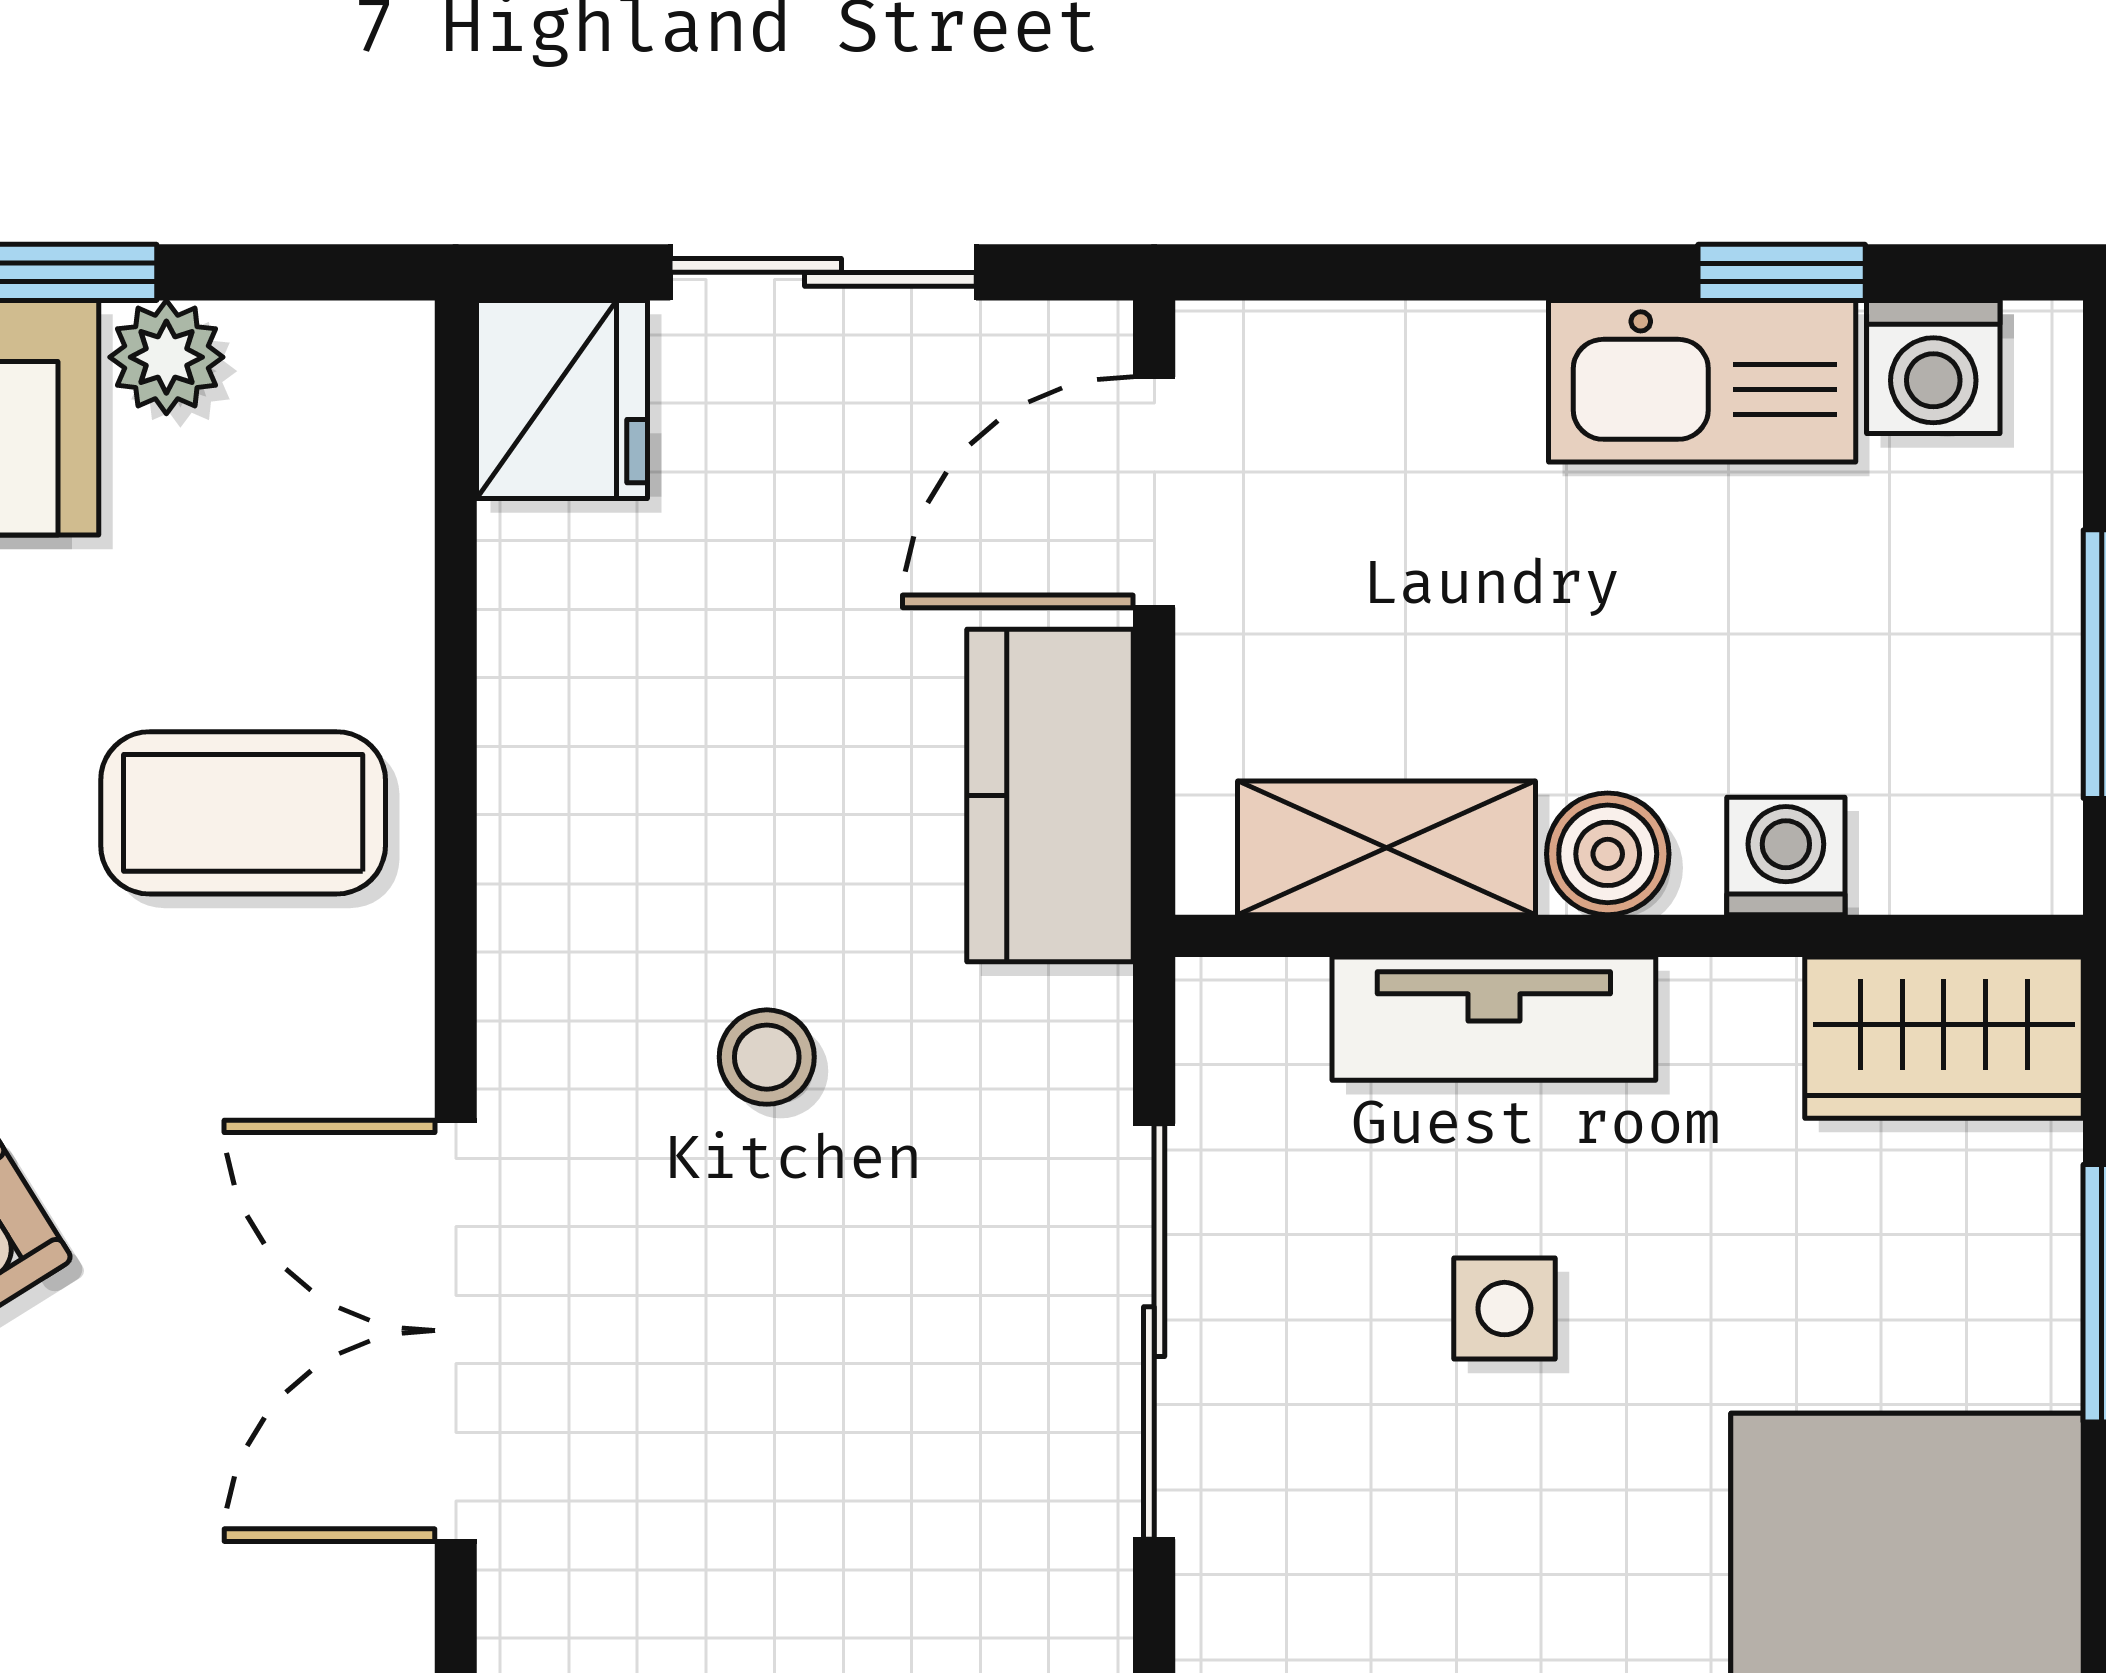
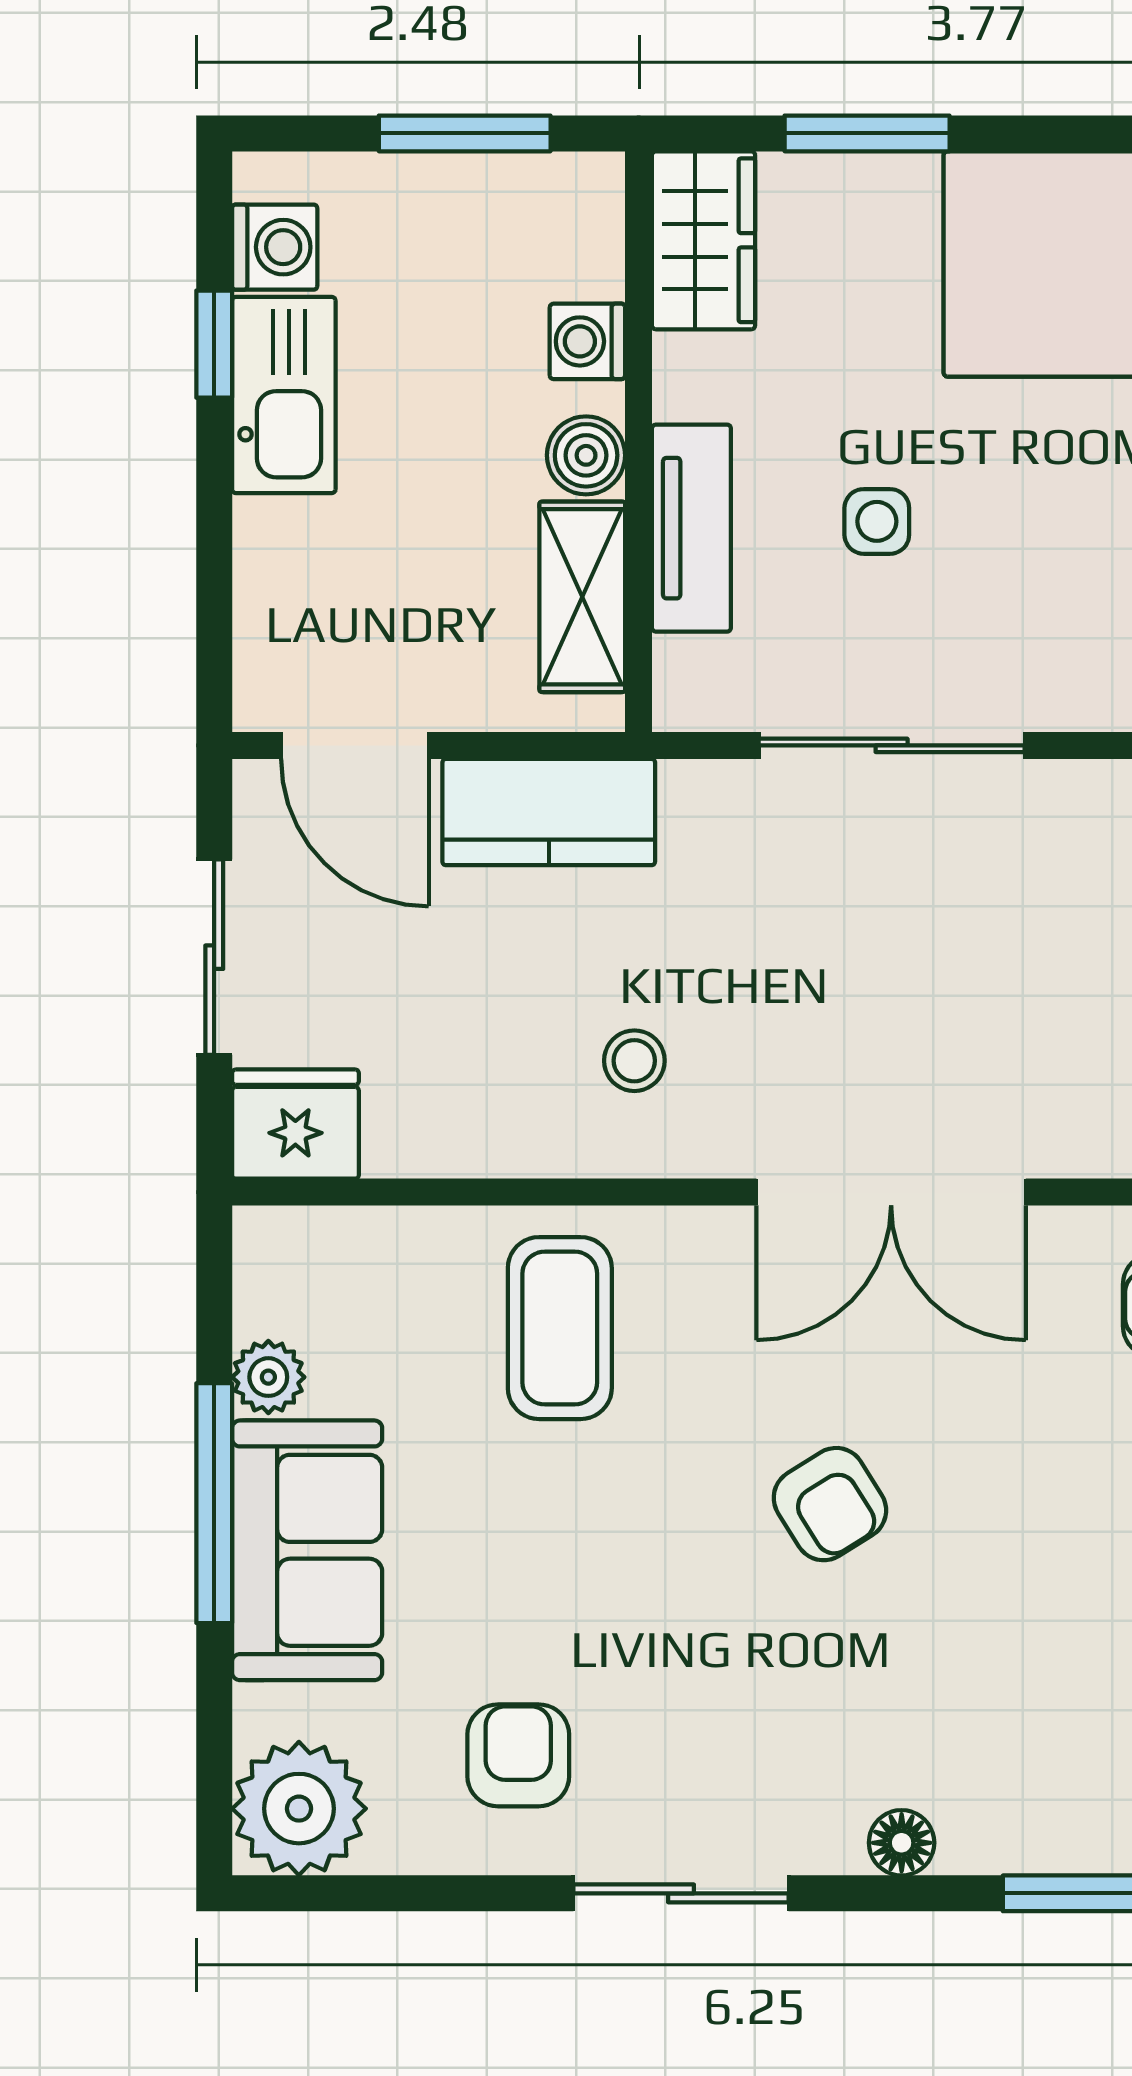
stool: (767, 1057) -> (634, 1061), moved

